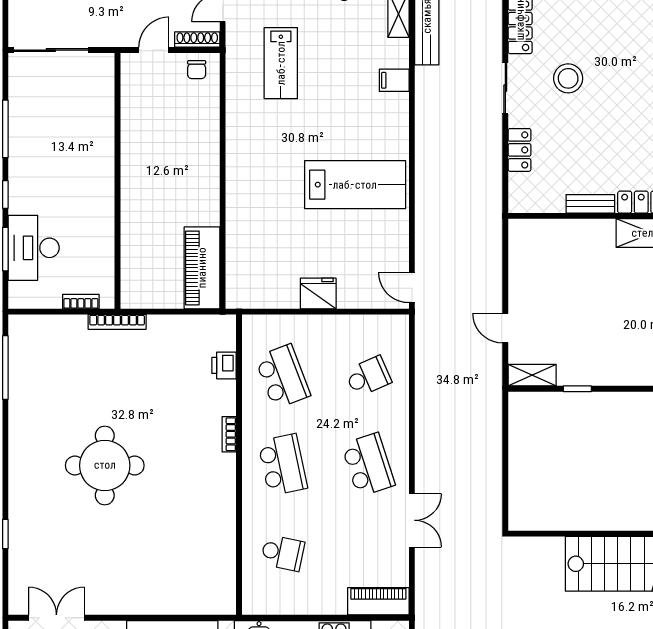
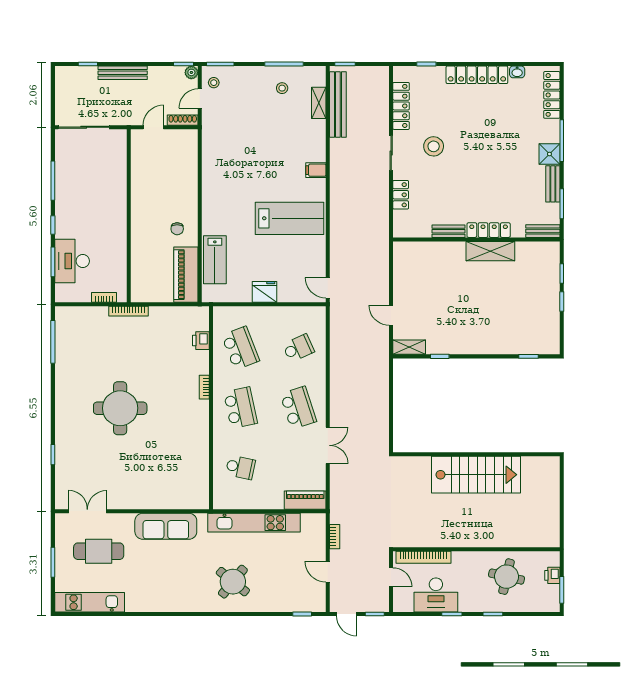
lab bench: (281, 63) -> (215, 260), moved
chair: (197, 70) -> (177, 229), moved
filing cabinet: (394, 80) -> (316, 170), moved

